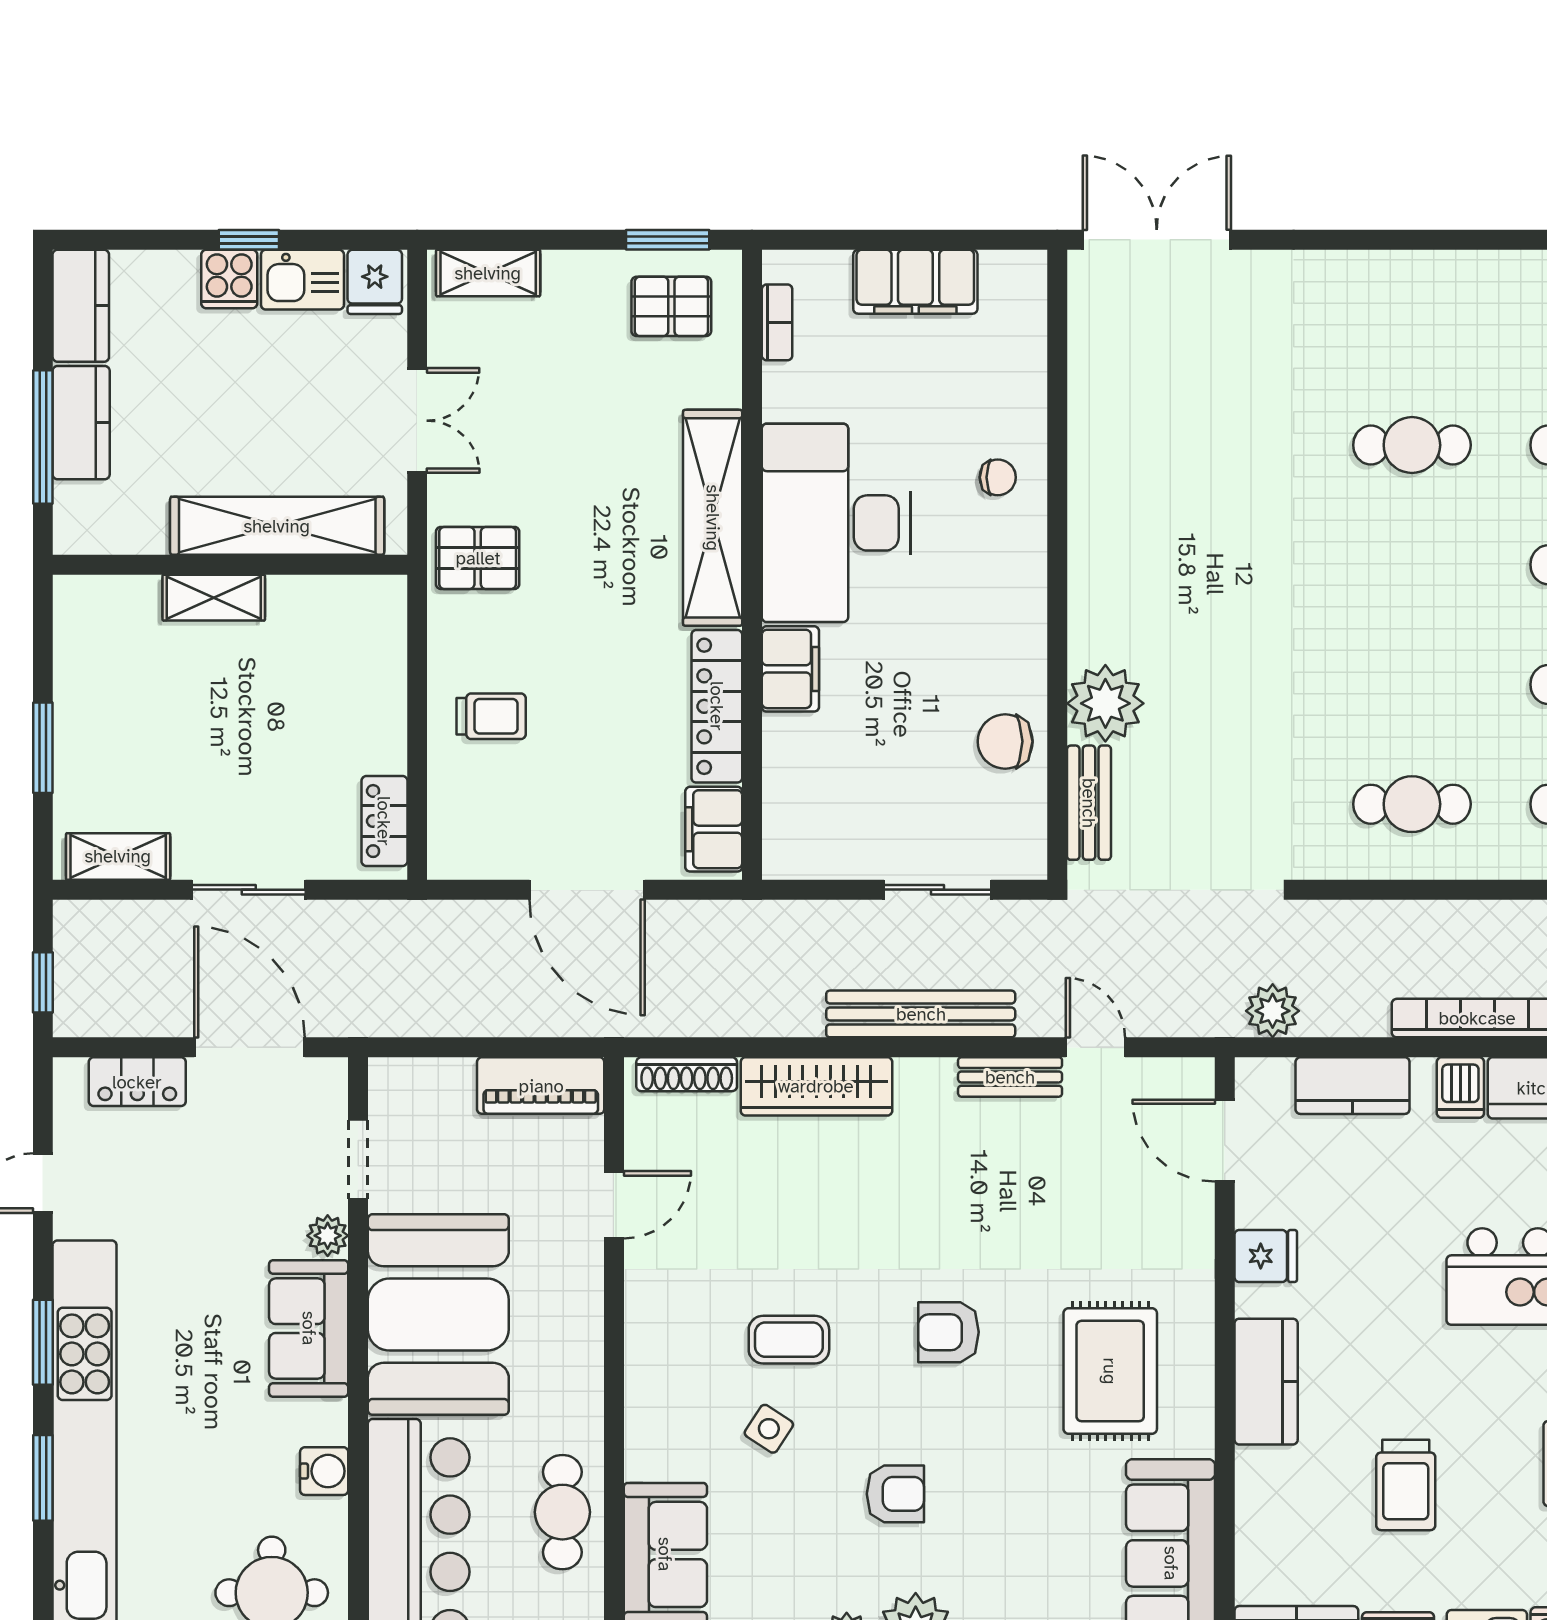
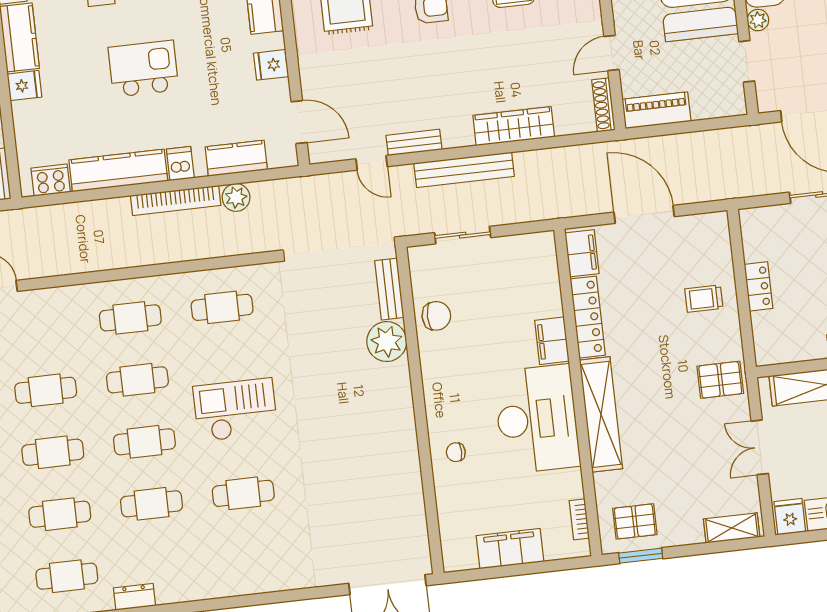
checkout: (1409, 606) -> (235, 410), added
locker: (384, 821) -> (759, 286), moved
plant: (1273, 1011) -> (236, 197), moved
shoe rack: (687, 1074) -> (603, 105), moved, turned -90

